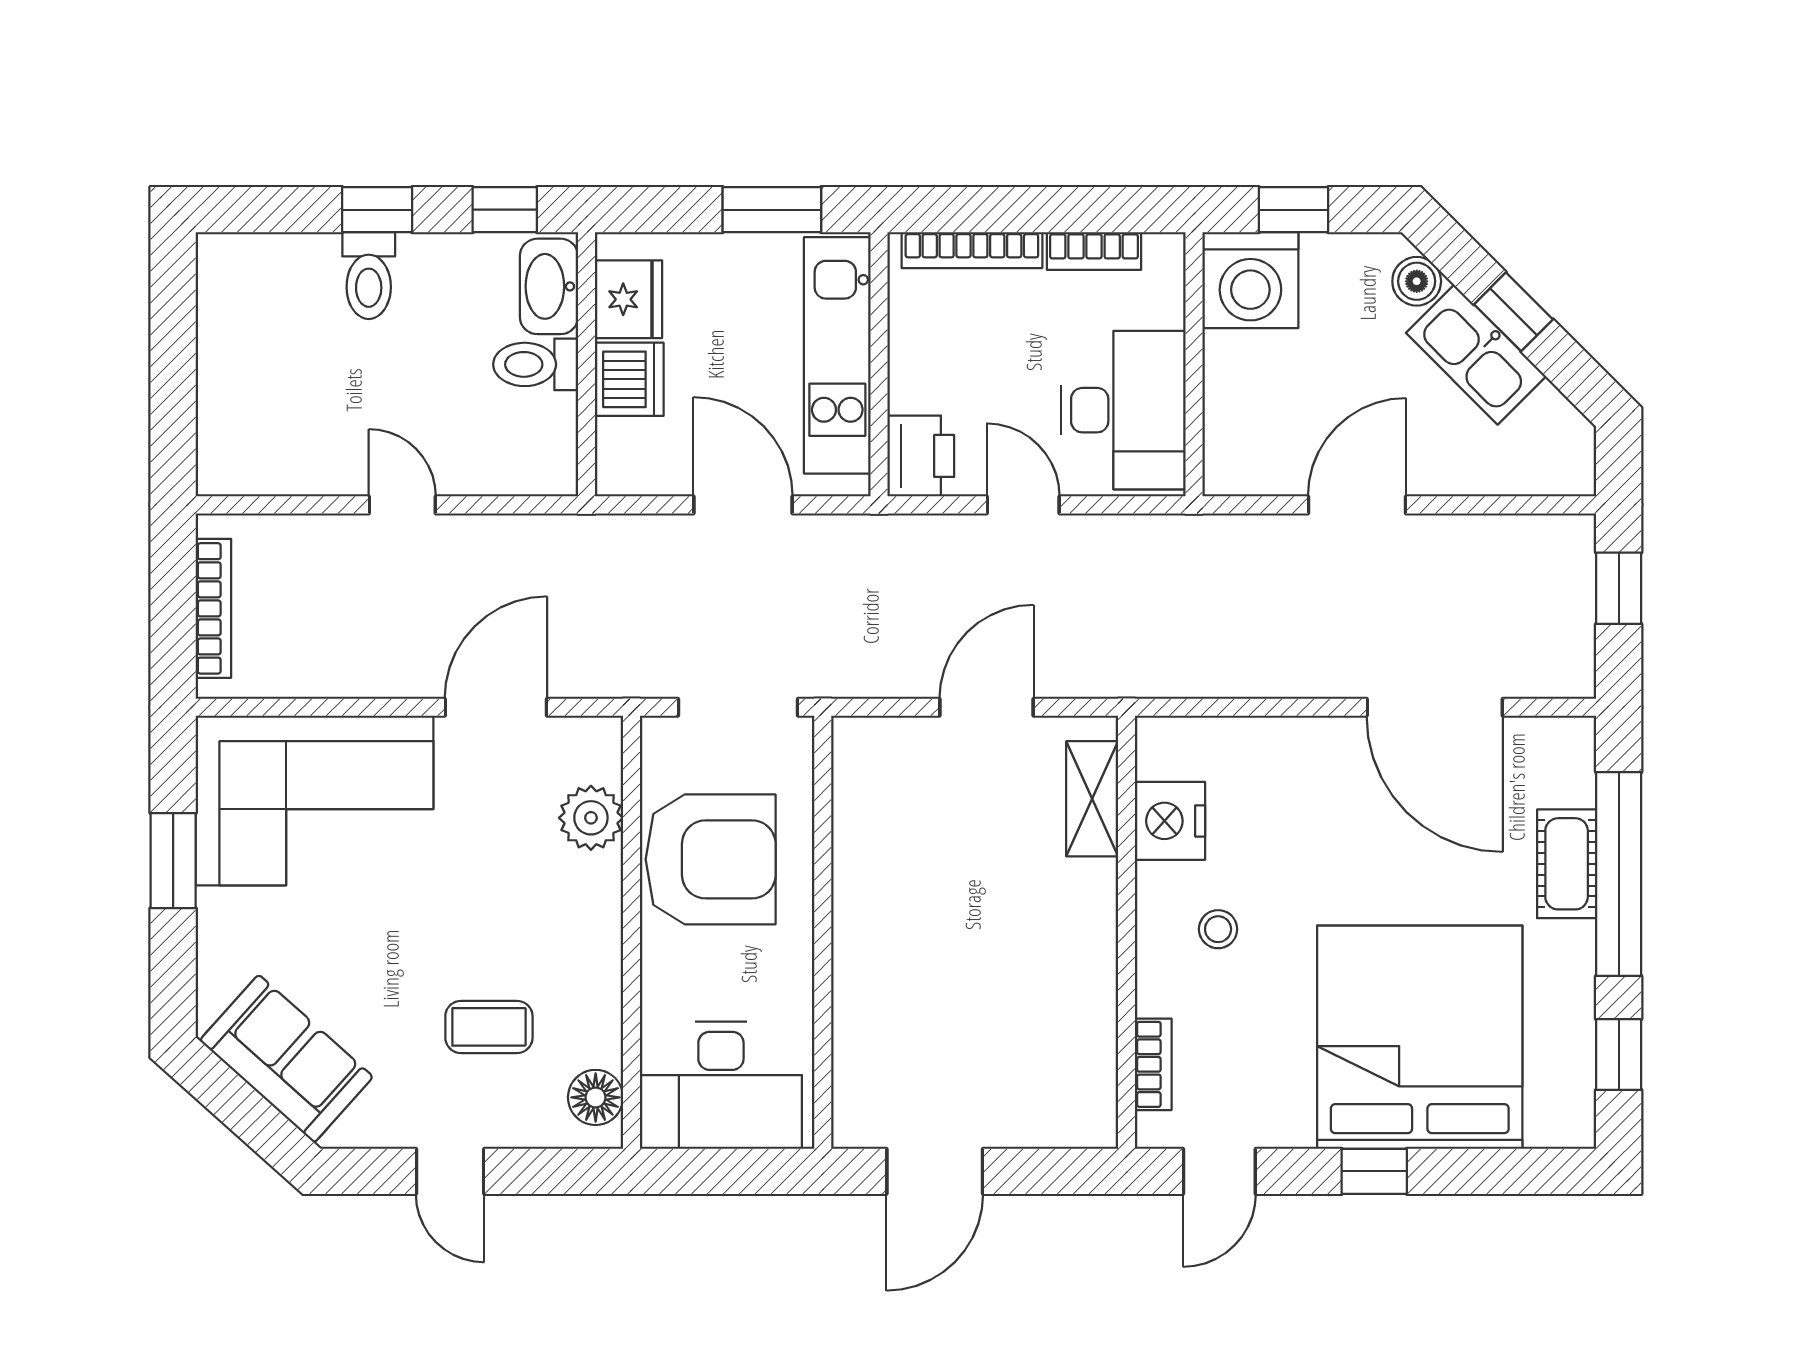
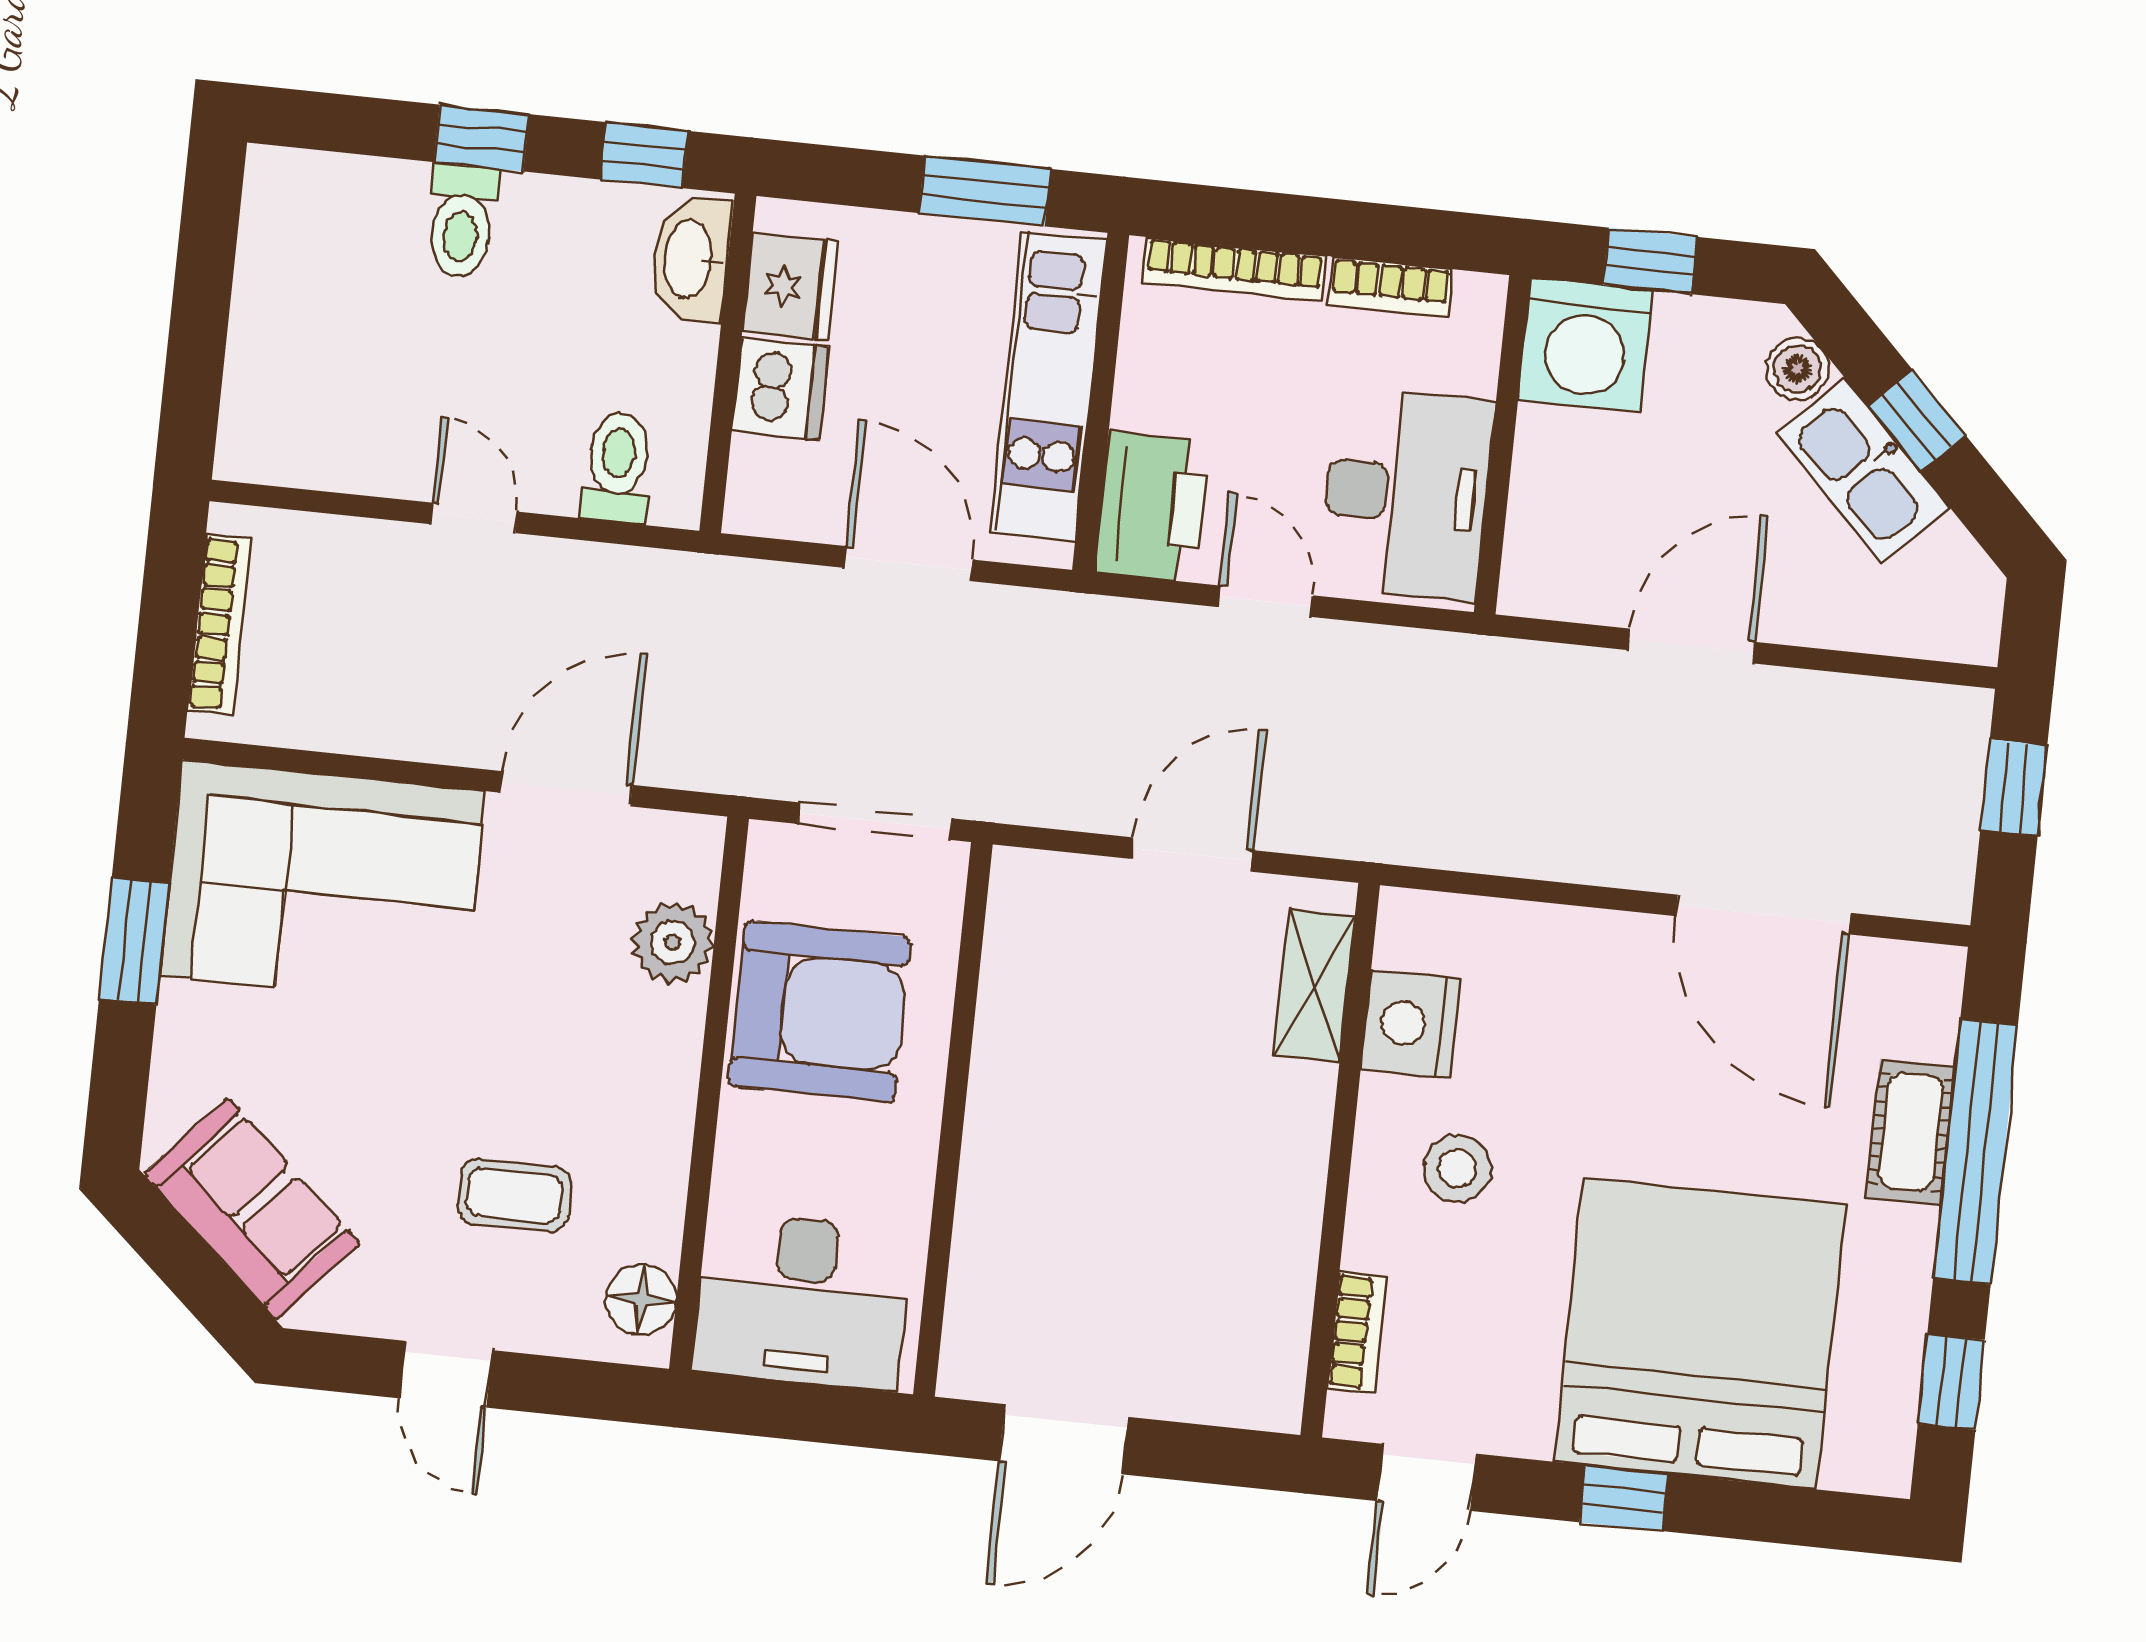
toilet: (536, 364) -> (617, 467), moved, turned 90
printer: (921, 456) -> (1152, 507), width x1.37, depth x1.19
stool: (1218, 929) -> (1457, 1168), width x1.37, depth x1.37

